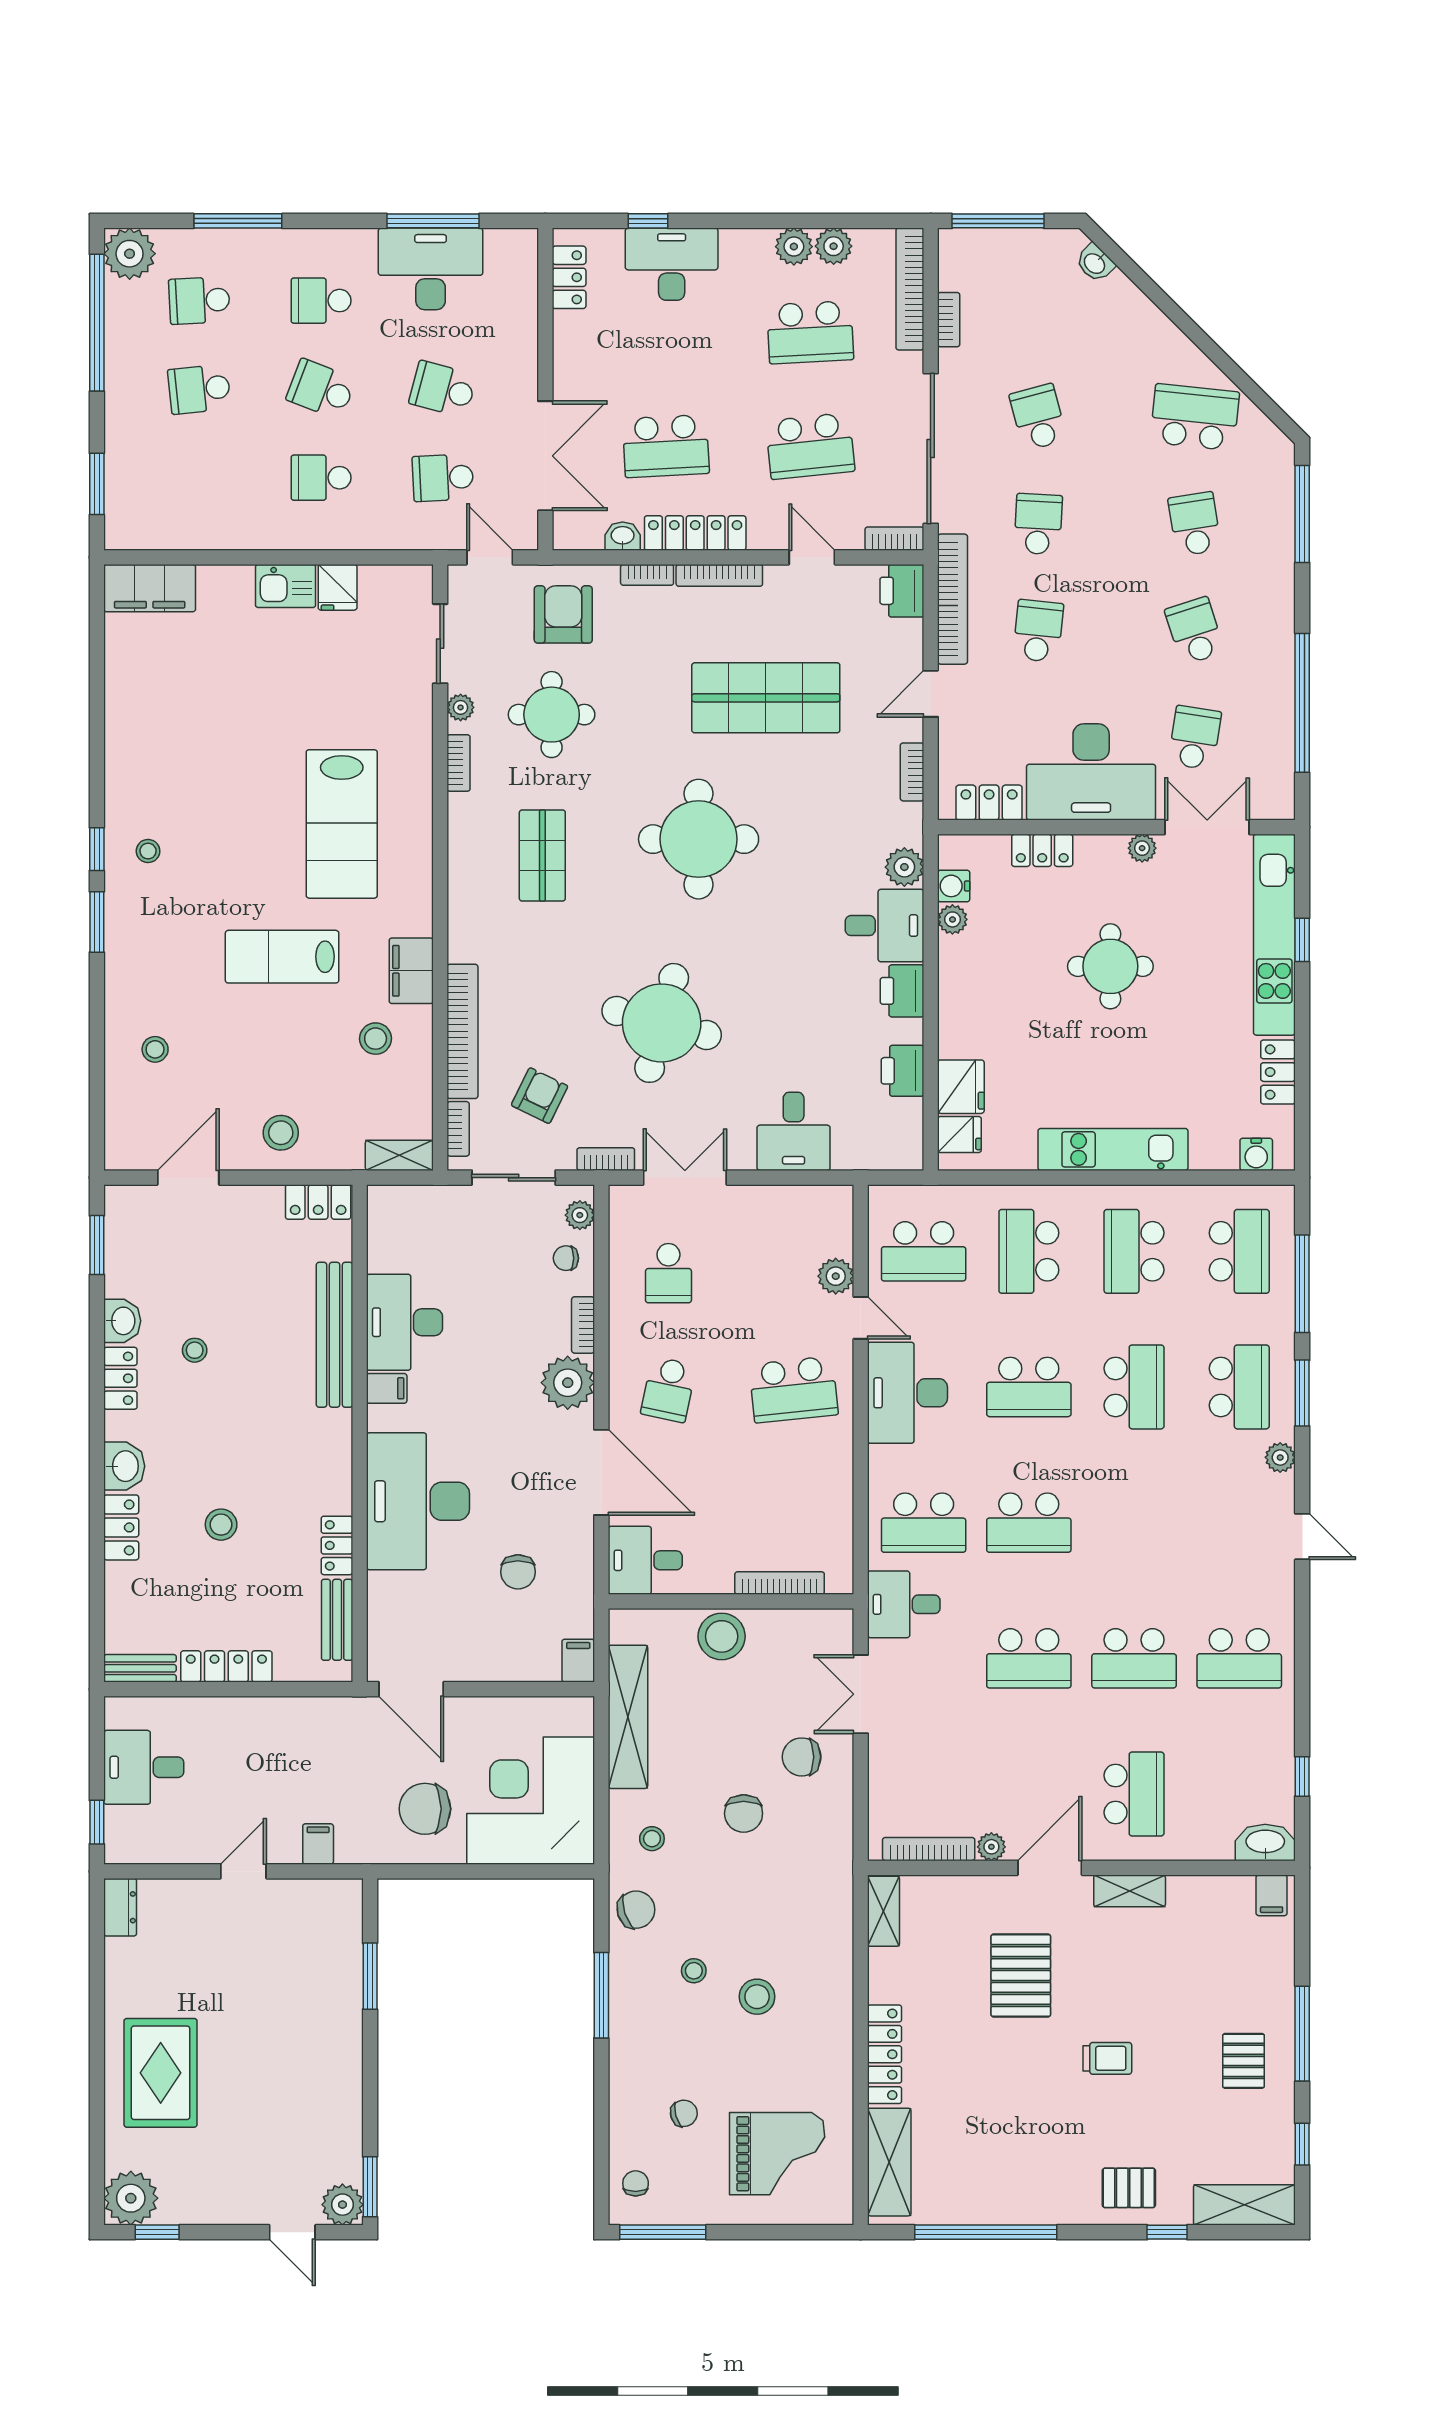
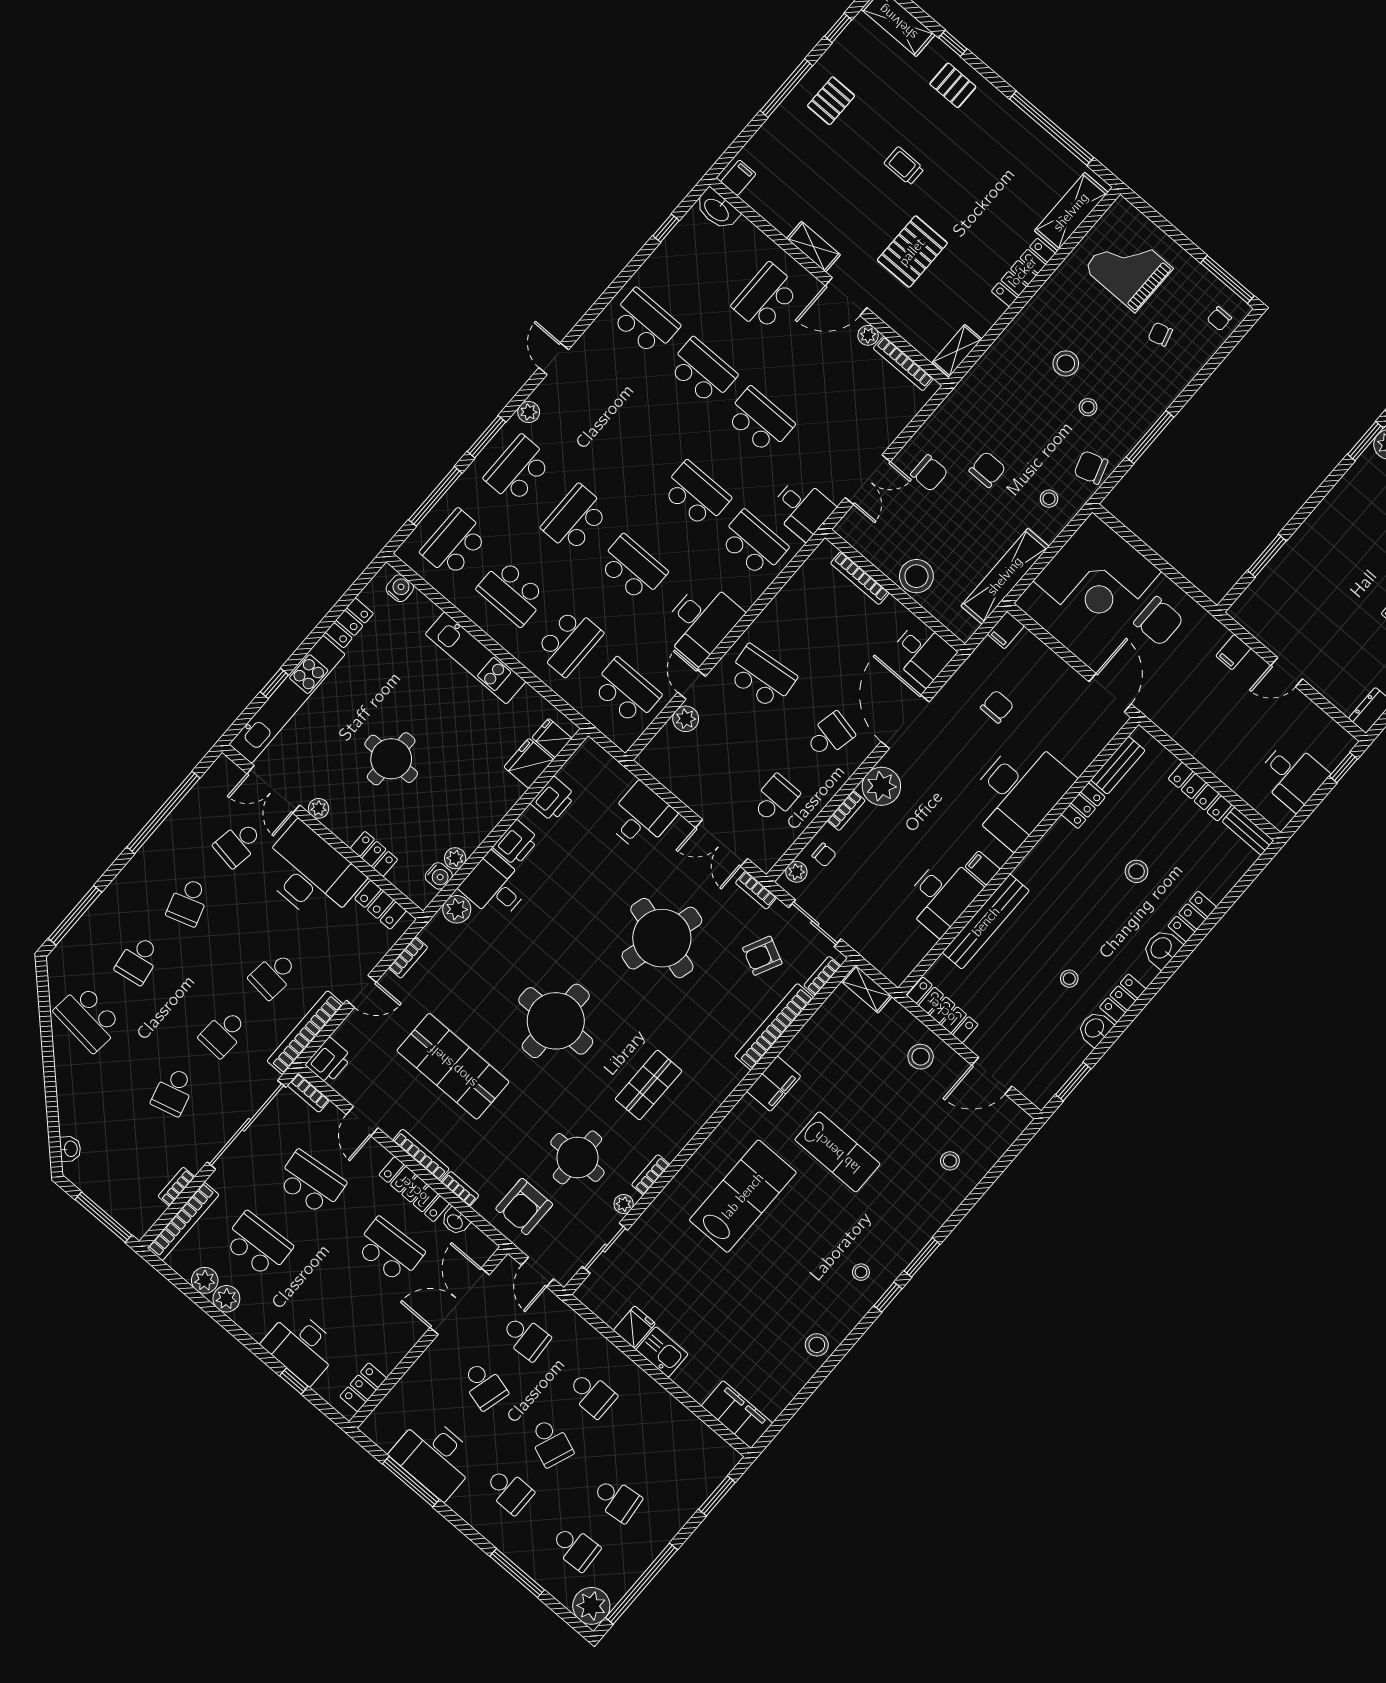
stool: (376, 1039) -> (817, 1345), moved
locker: (318, 1202) -> (942, 1010), width x1.53
school desk: (1134, 1251) -> (512, 593), turned 90

